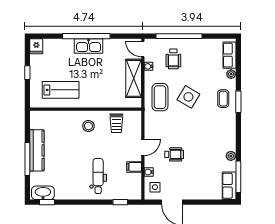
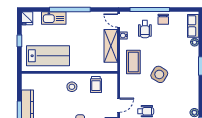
kitchen sink: (89, 46) -> (54, 18), moved
chair: (195, 47) -> (163, 19), added
lab bench: (61, 90) -> (48, 56), width x1.36, depth x1.39
side table: (188, 97) -> (159, 74), moved
coffee table: (223, 99) -> (188, 63), removed

